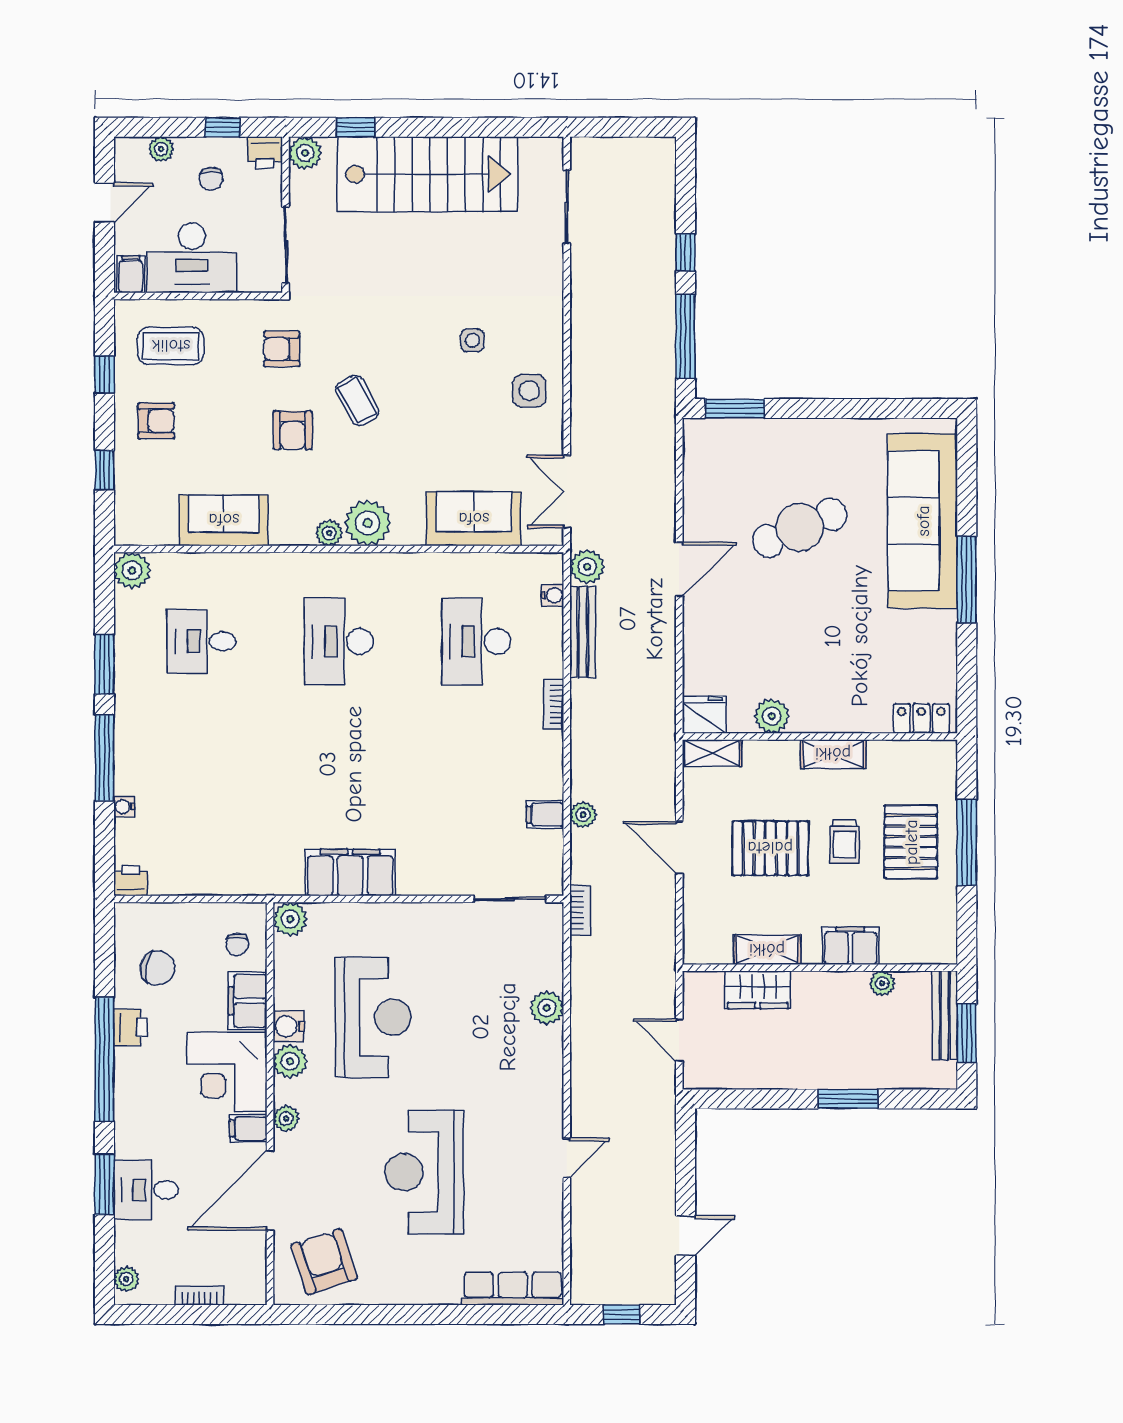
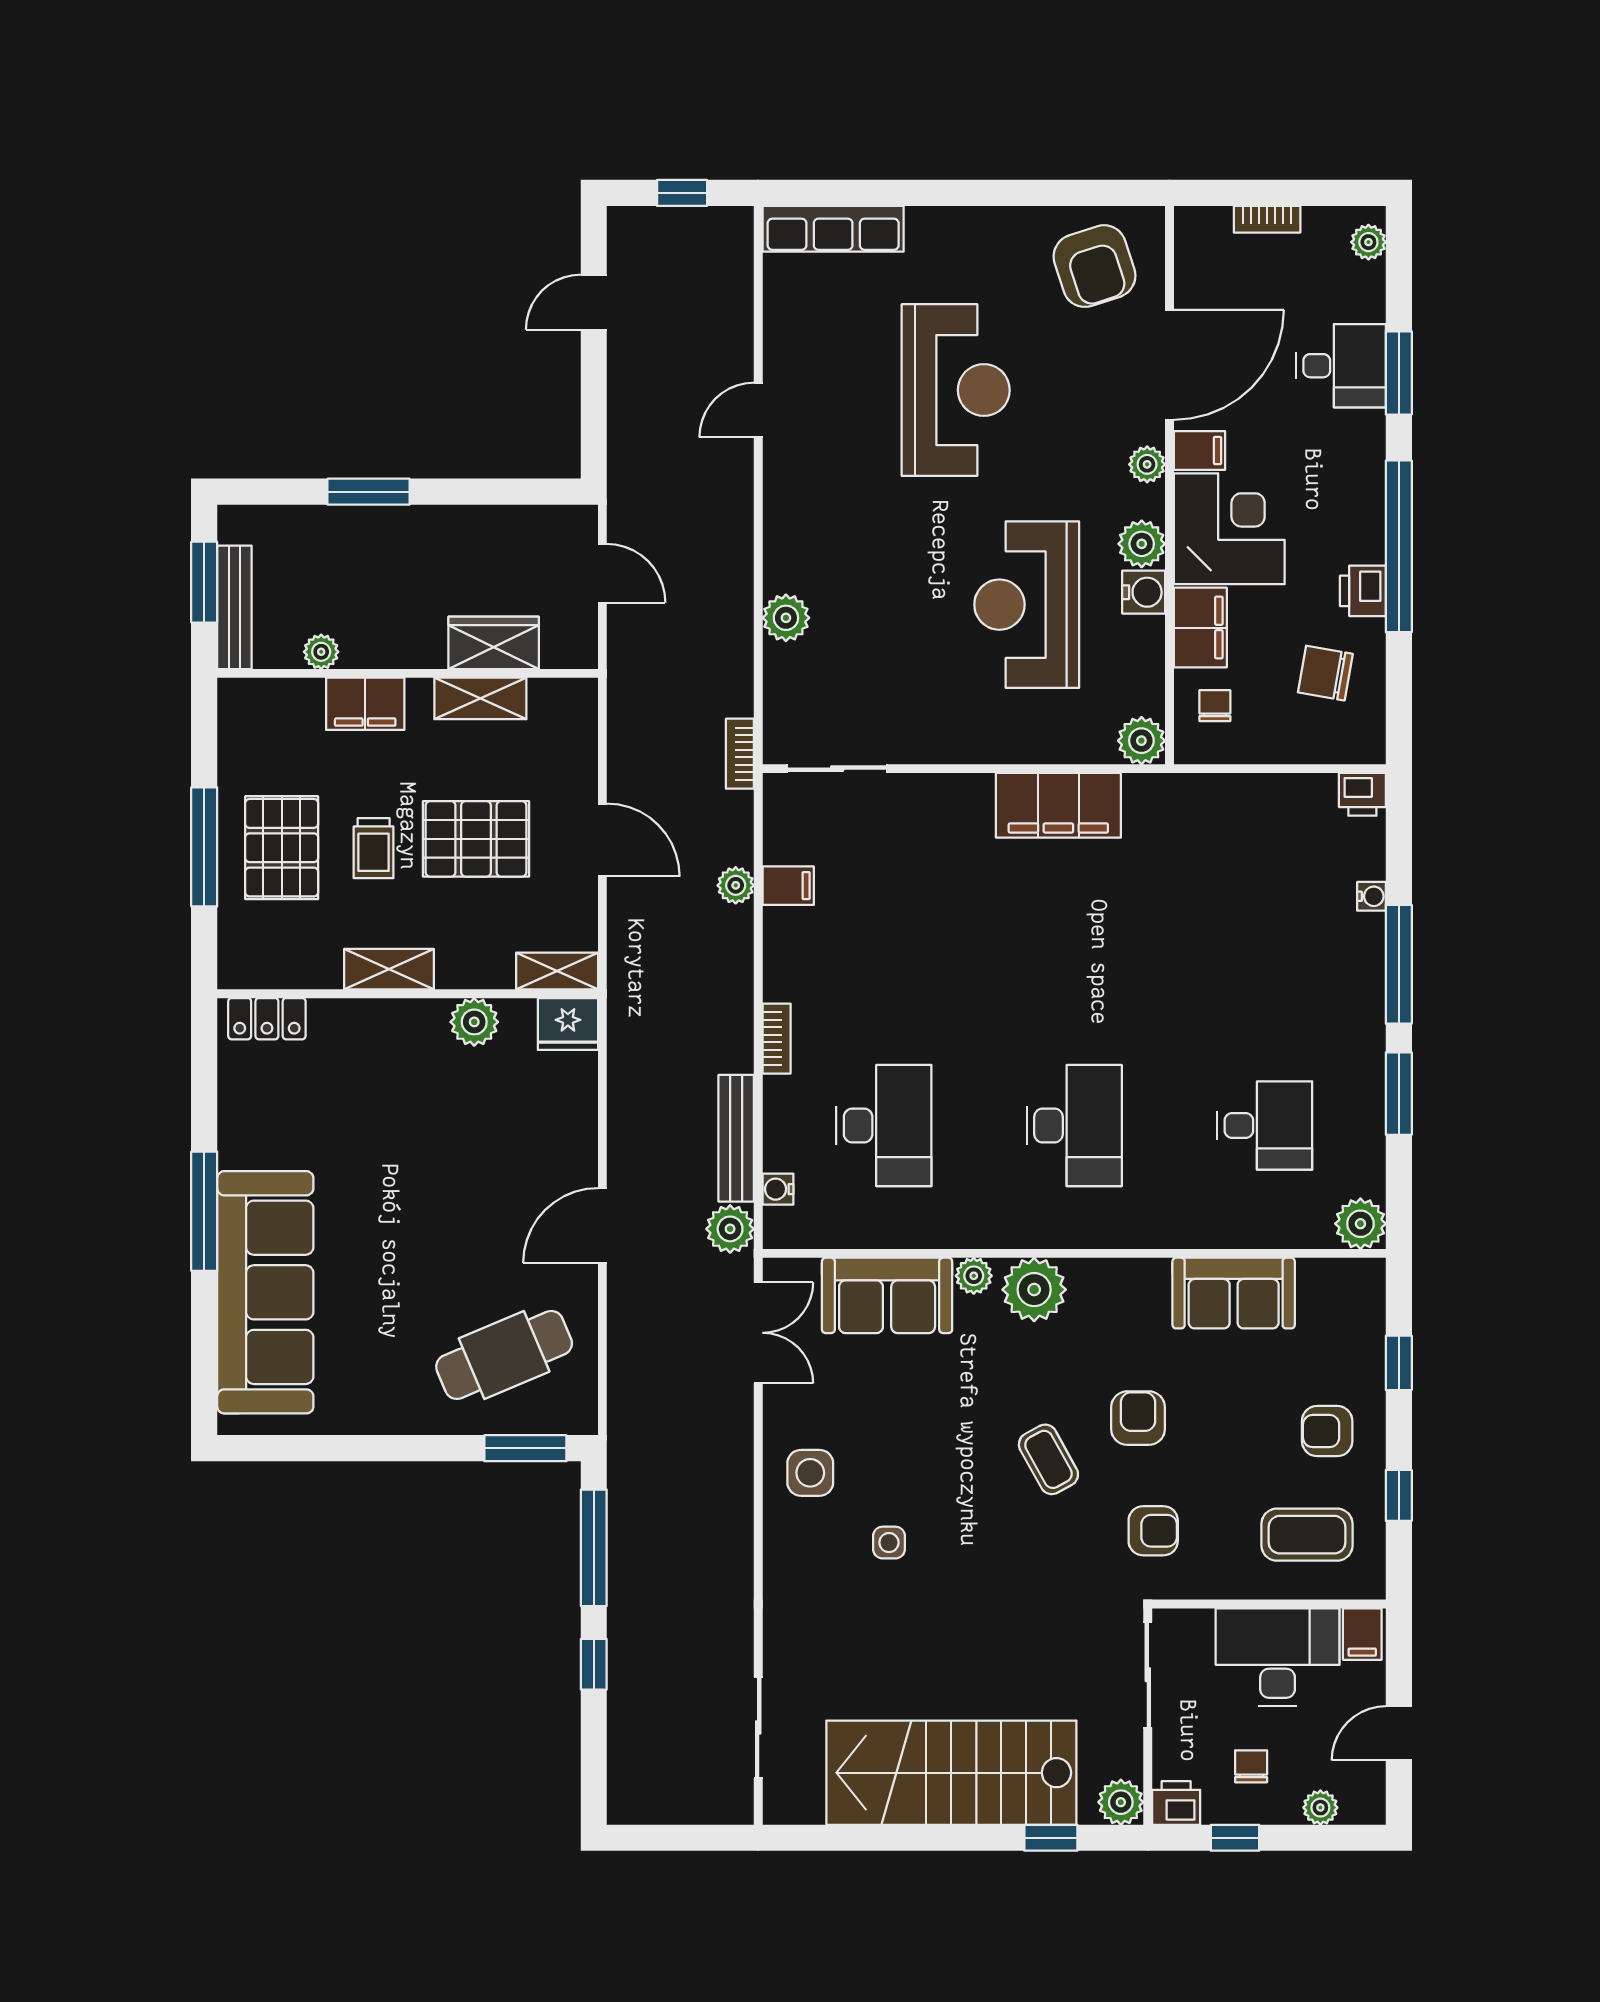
cafe table: (800, 528) -> (504, 1355), moved
plant: (329, 533) -> (974, 1276), moved
trolley: (844, 842) -> (374, 848), turned 180

